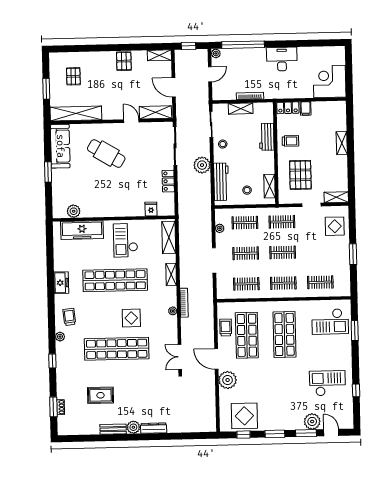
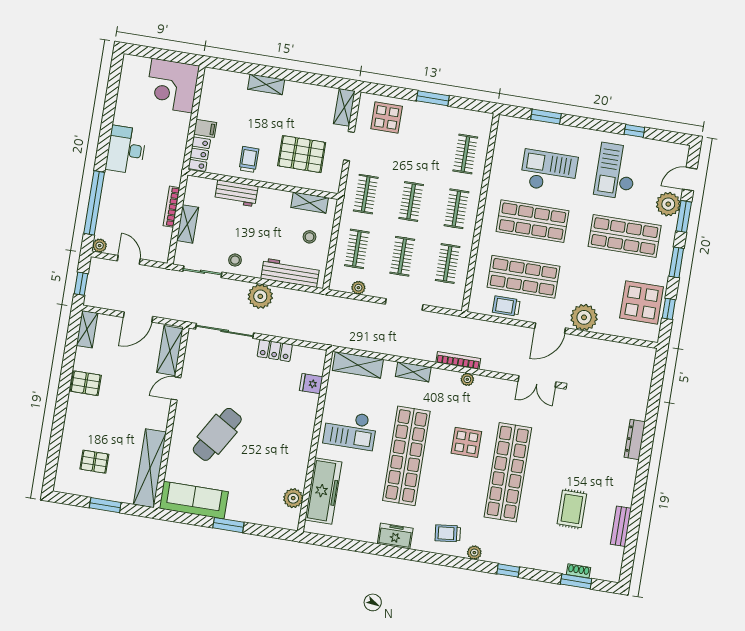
checkout: (330, 322) -> (549, 171), moved, turned -90
shop shelf: (286, 397) -> (625, 236), added
plant: (133, 427) -> (628, 469), removed
bench: (113, 429) -> (621, 526), moved

